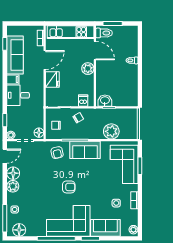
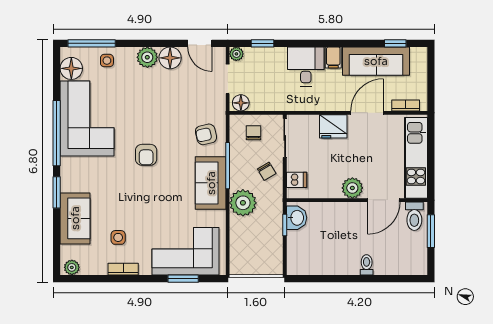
door: (45, 60) -> (367, 113), swing flipped
plant: (111, 131) -> (243, 203), moved
corner sofa: (68, 221) -> (87, 119), moved

